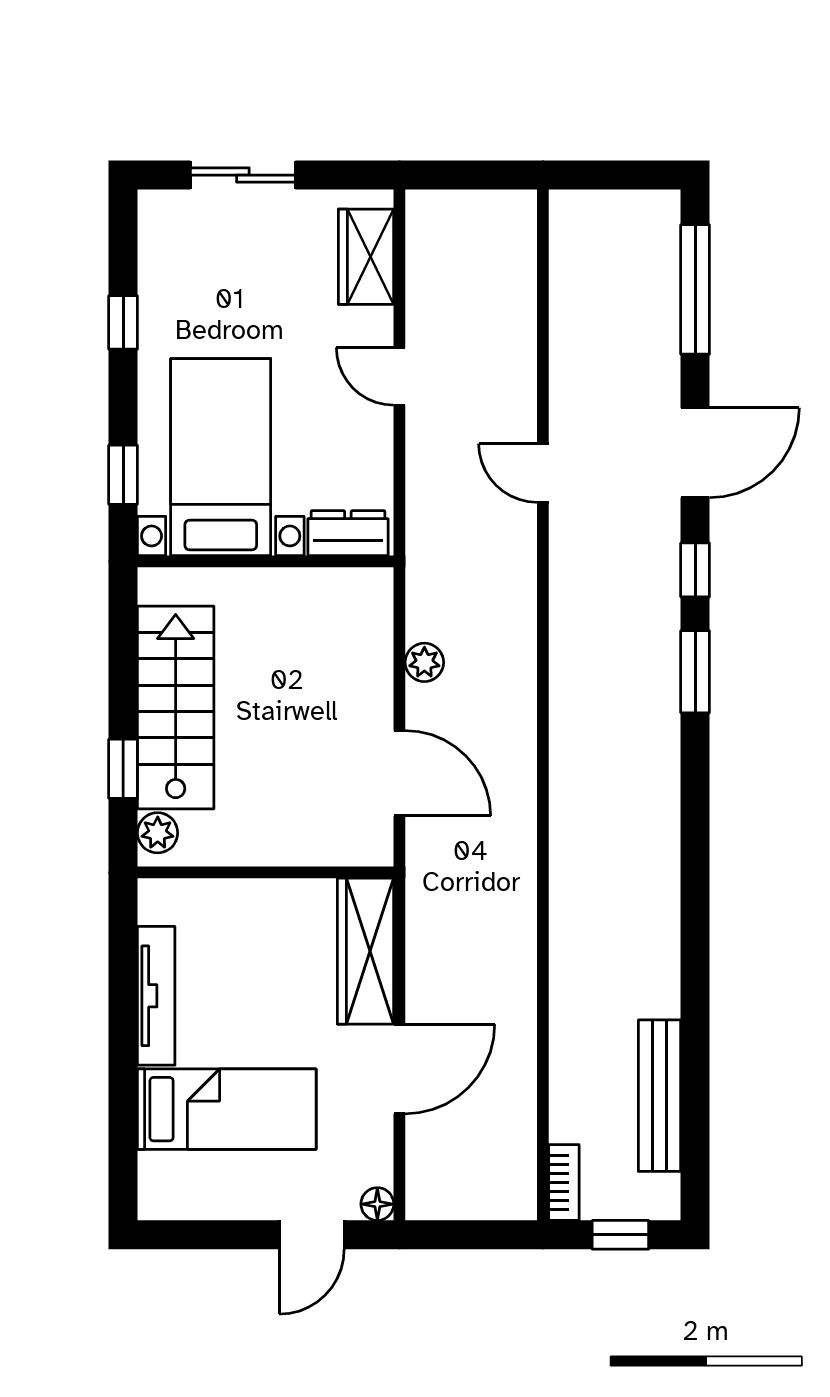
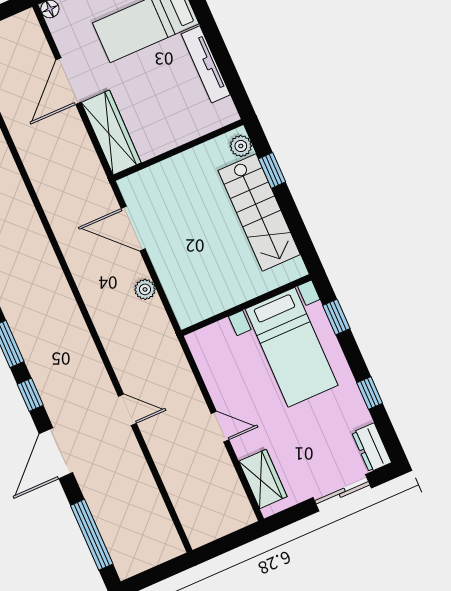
dresser: (348, 533) -> (372, 447), moved, turned 90

